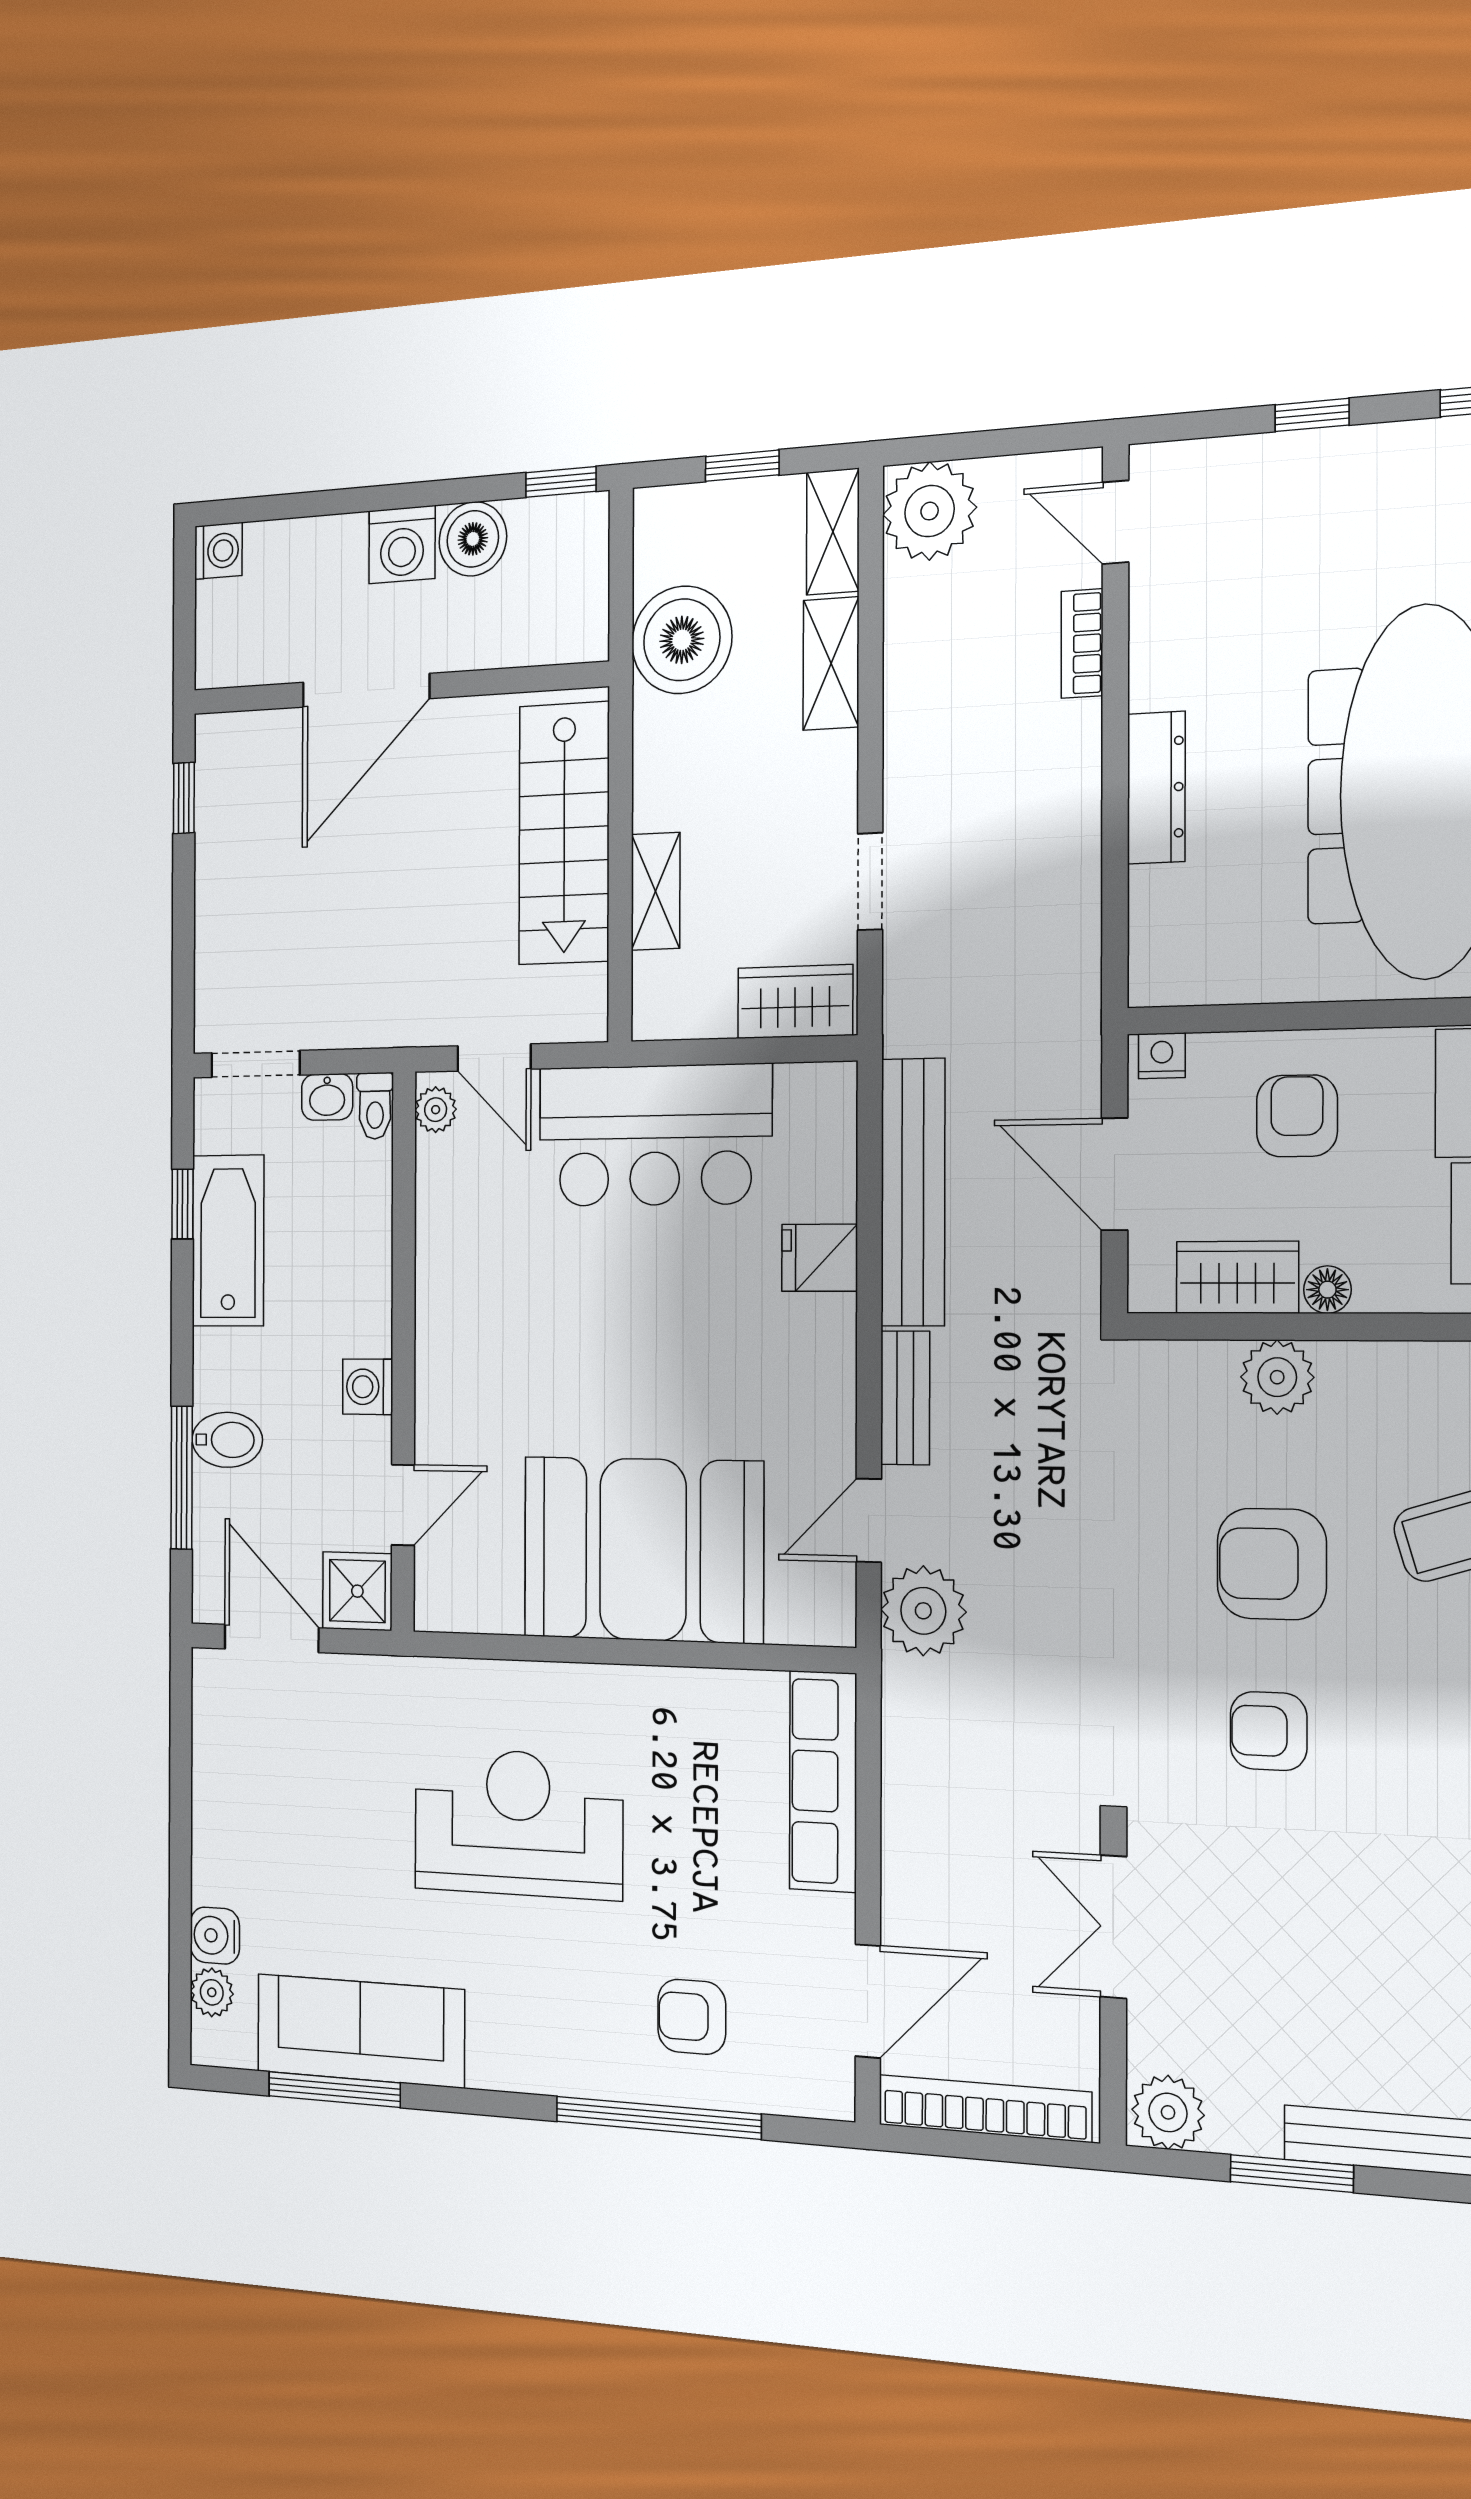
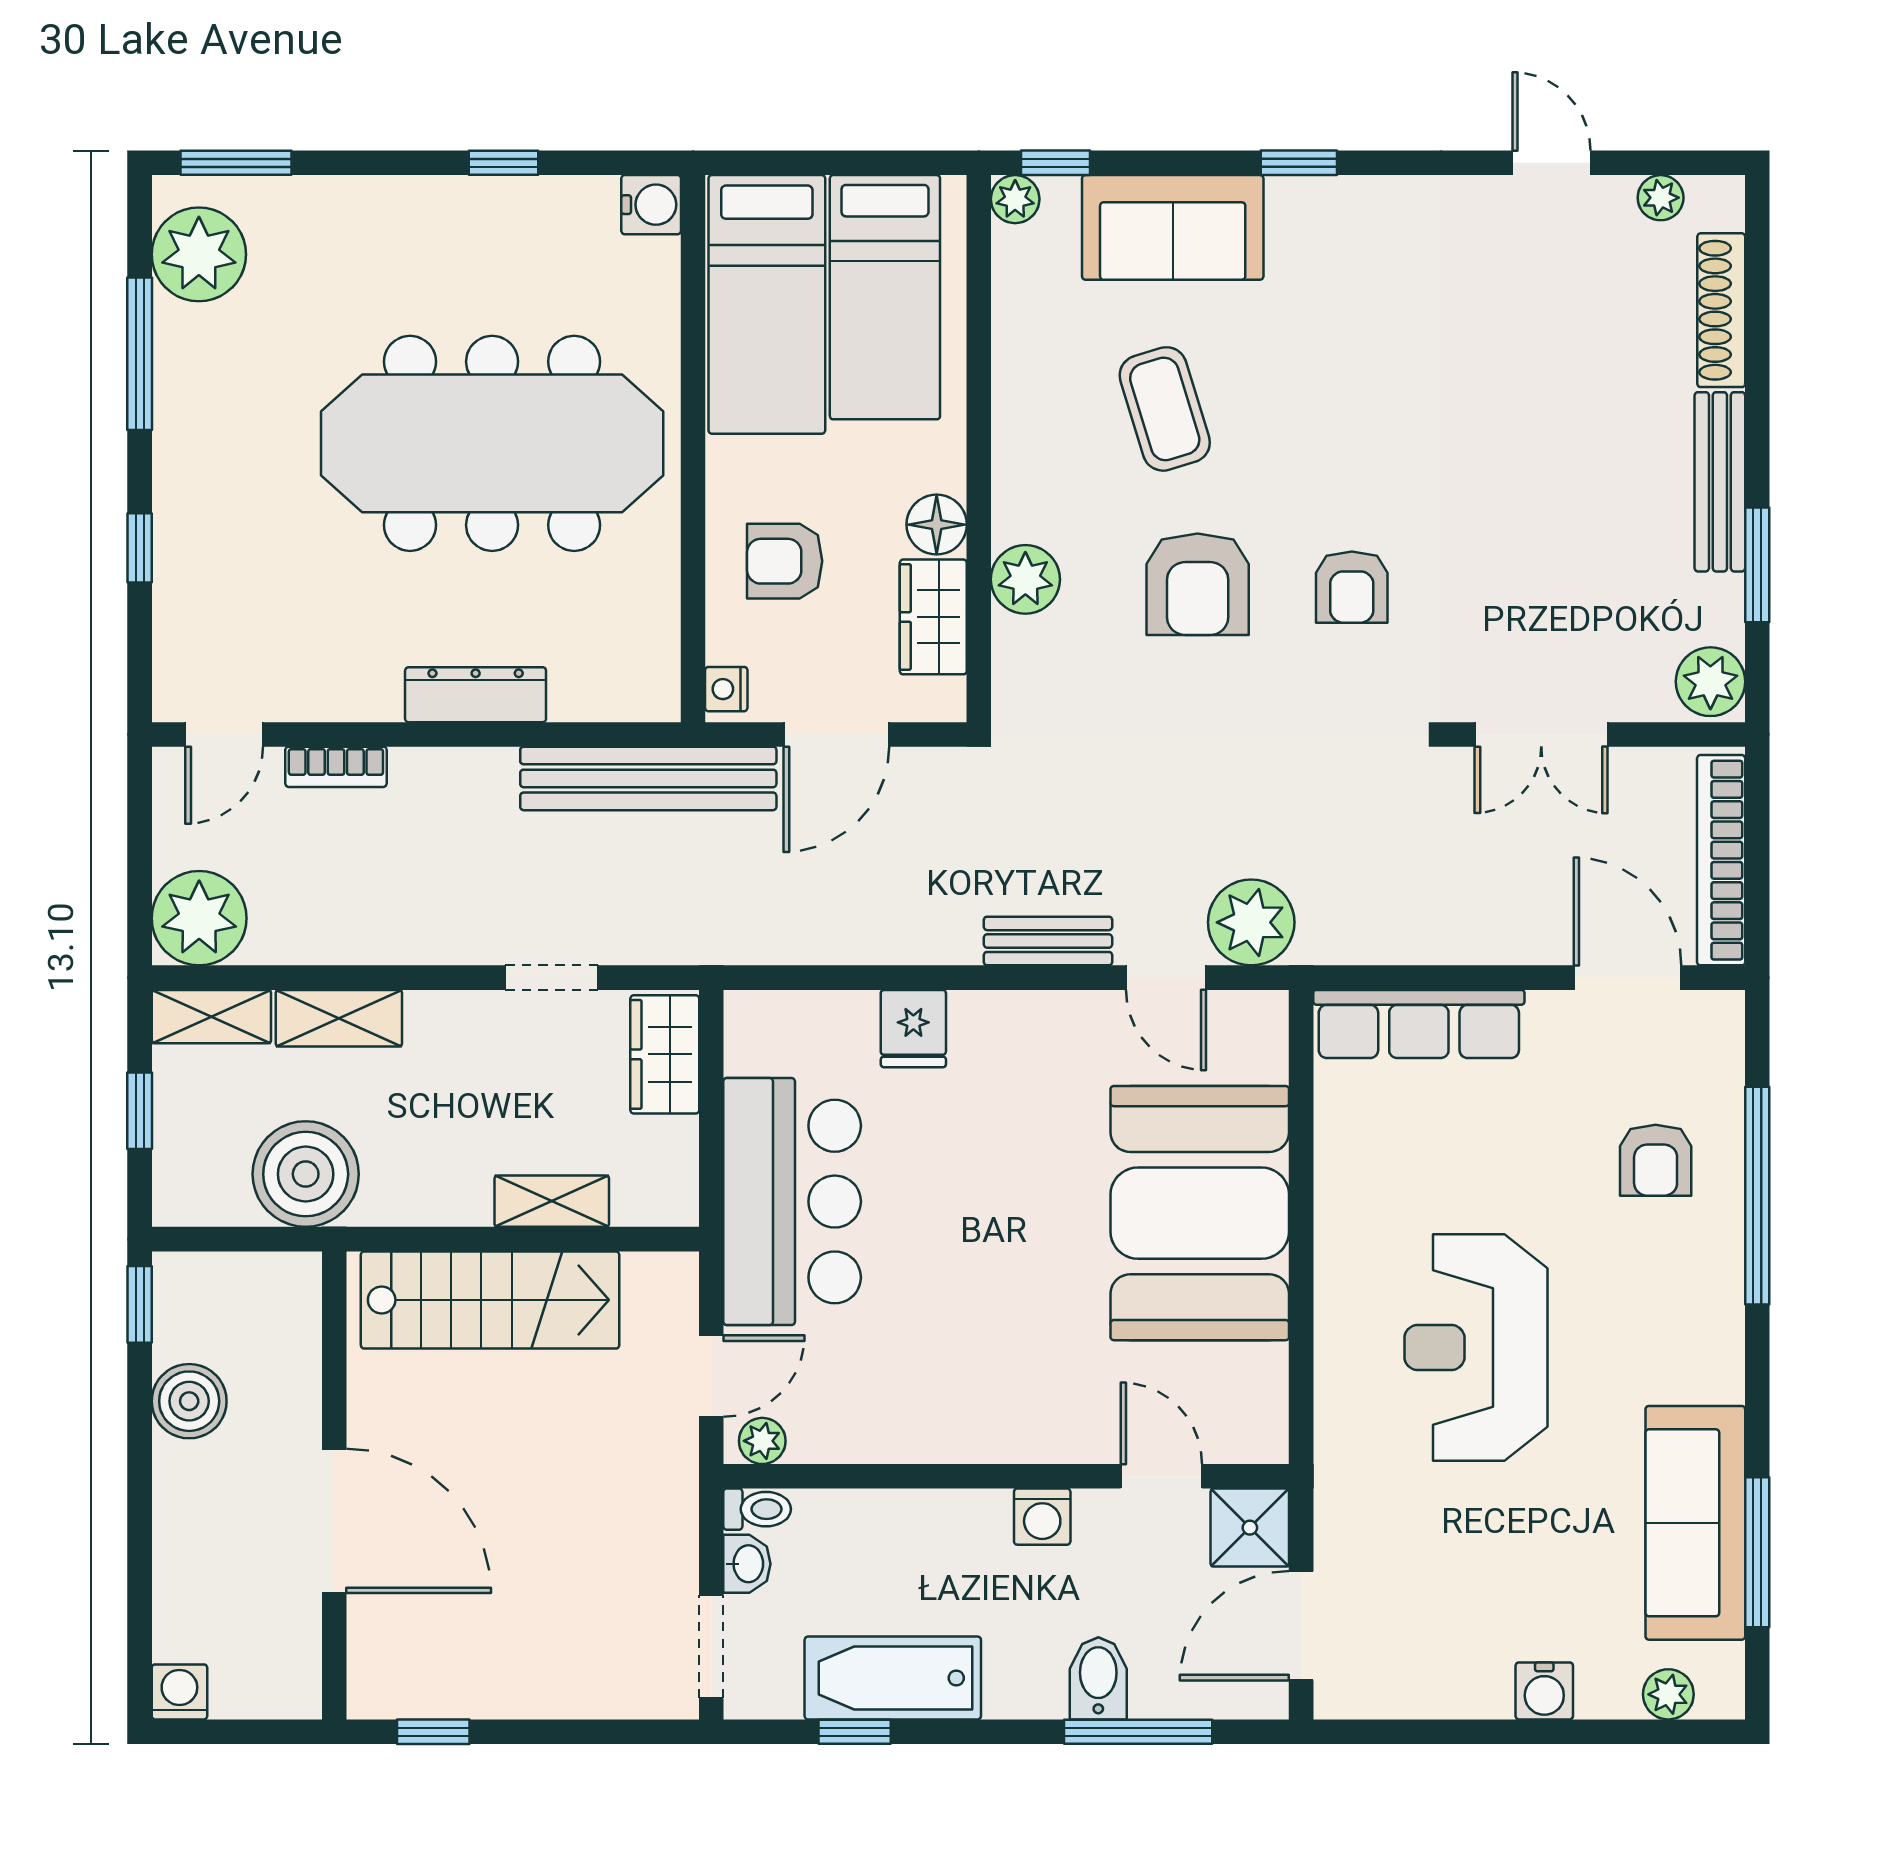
washing machine: (402, 545) -> (189, 1480), removed
bench: (913, 1192) -> (648, 778), moved
floor lamp: (1327, 1290) -> (937, 525), width x1.37, depth x1.37
water cooler: (215, 1936) -> (1544, 1691), moved

